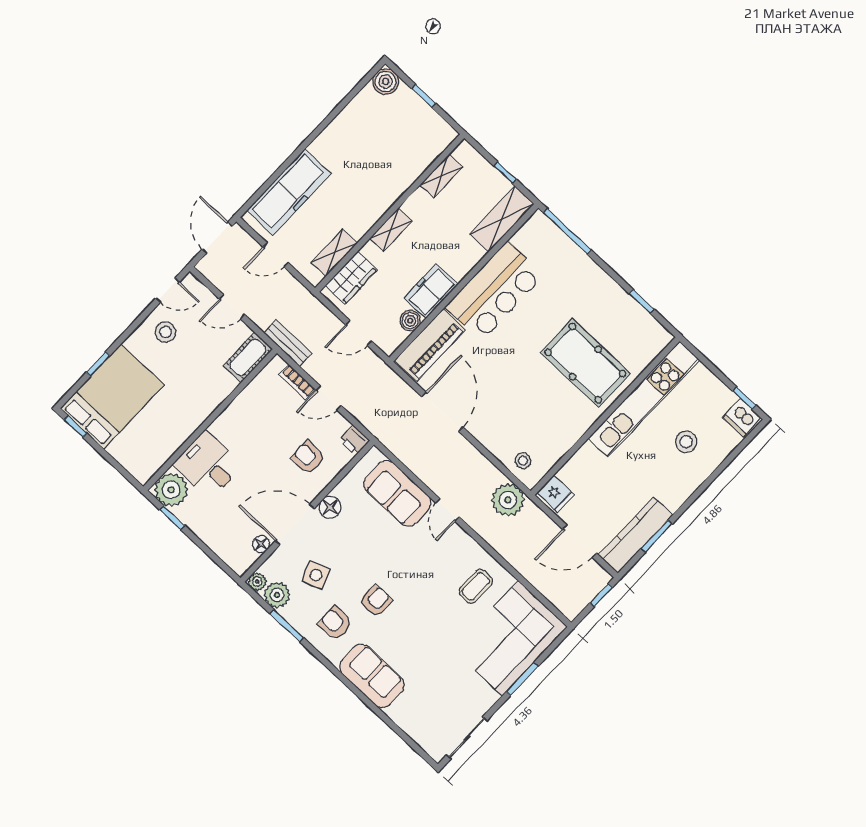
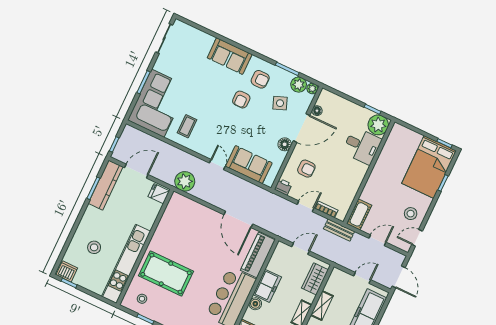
shelving: (334, 253) -> (322, 306), moved
boiler: (410, 321) -> (255, 304), moved
stool: (523, 461) -> (142, 299), moved

